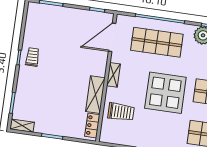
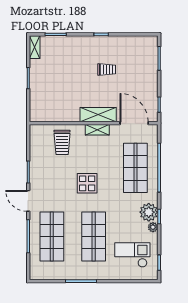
trolley: (32, 57) -> (107, 70), moved
display table: (165, 93) -> (87, 183), width x0.54, depth x0.54
shelving: (95, 95) -> (98, 115), moved
locker: (92, 125) -> (45, 116), removed

